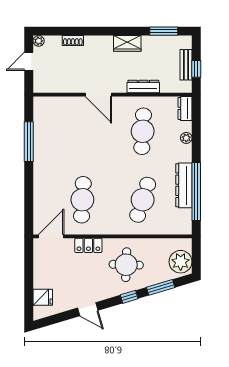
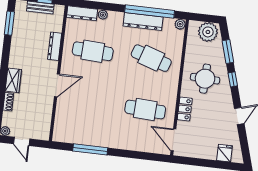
wardrobe: (127, 43) -> (13, 80), moved
dresser: (185, 108) -> (82, 13), width x1.44
plant: (186, 229) -> (180, 24), added

